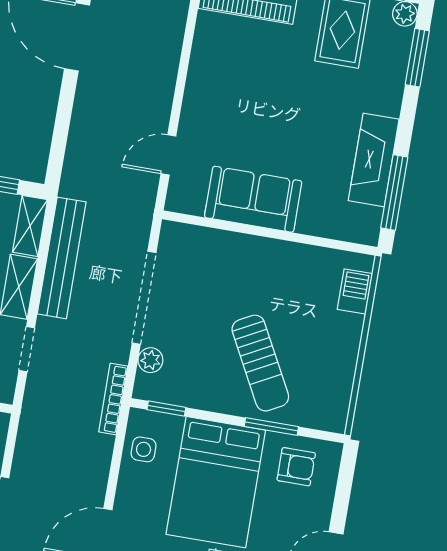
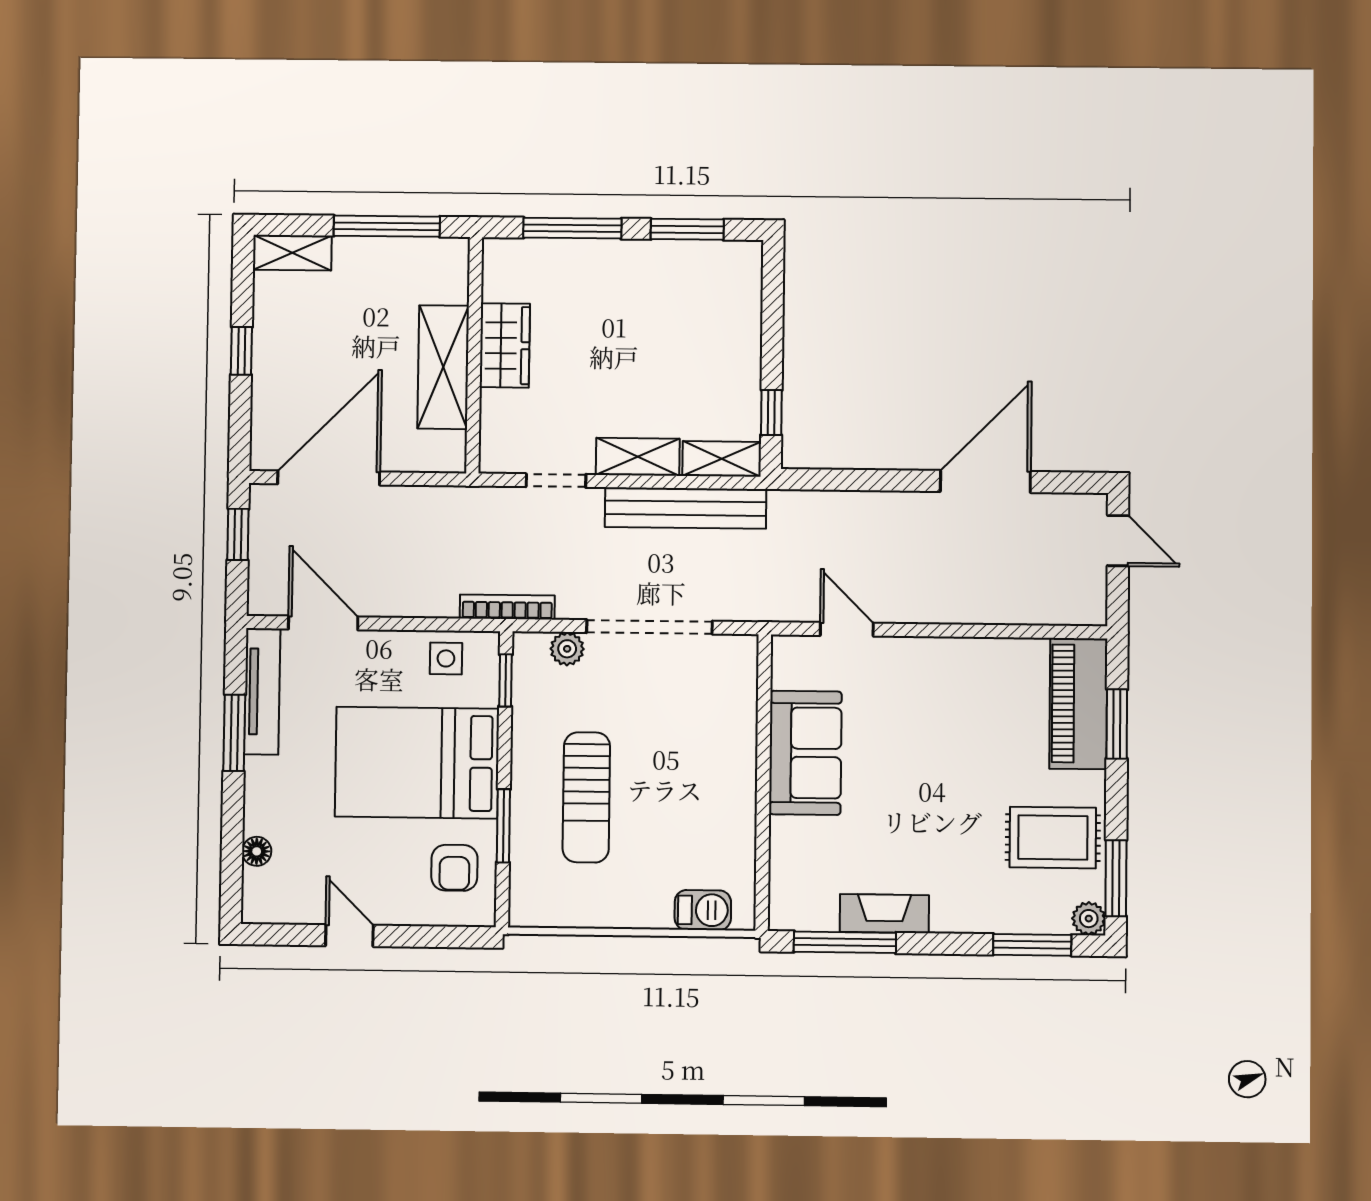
fireplace: (374, 160) -> (884, 914), width x0.73, depth x0.76
sun lounger: (260, 363) -> (586, 797), turned -62

